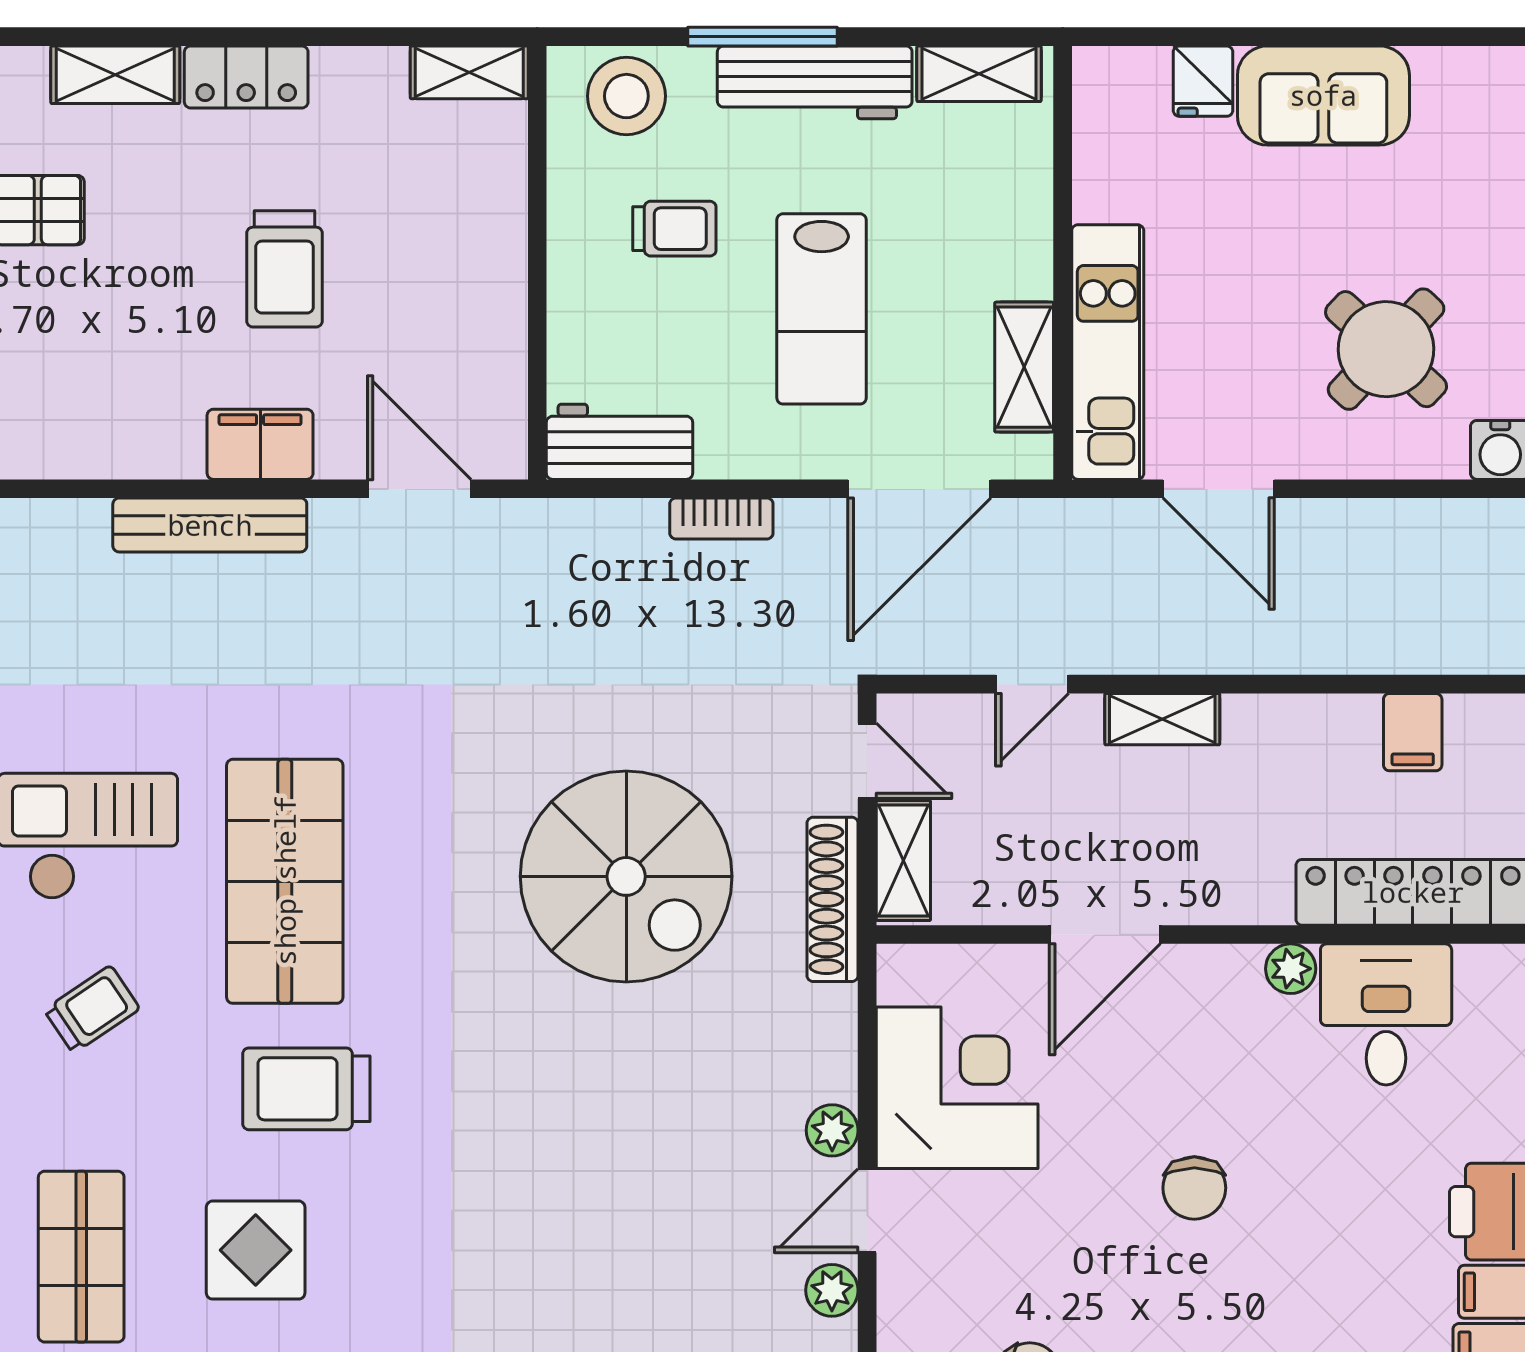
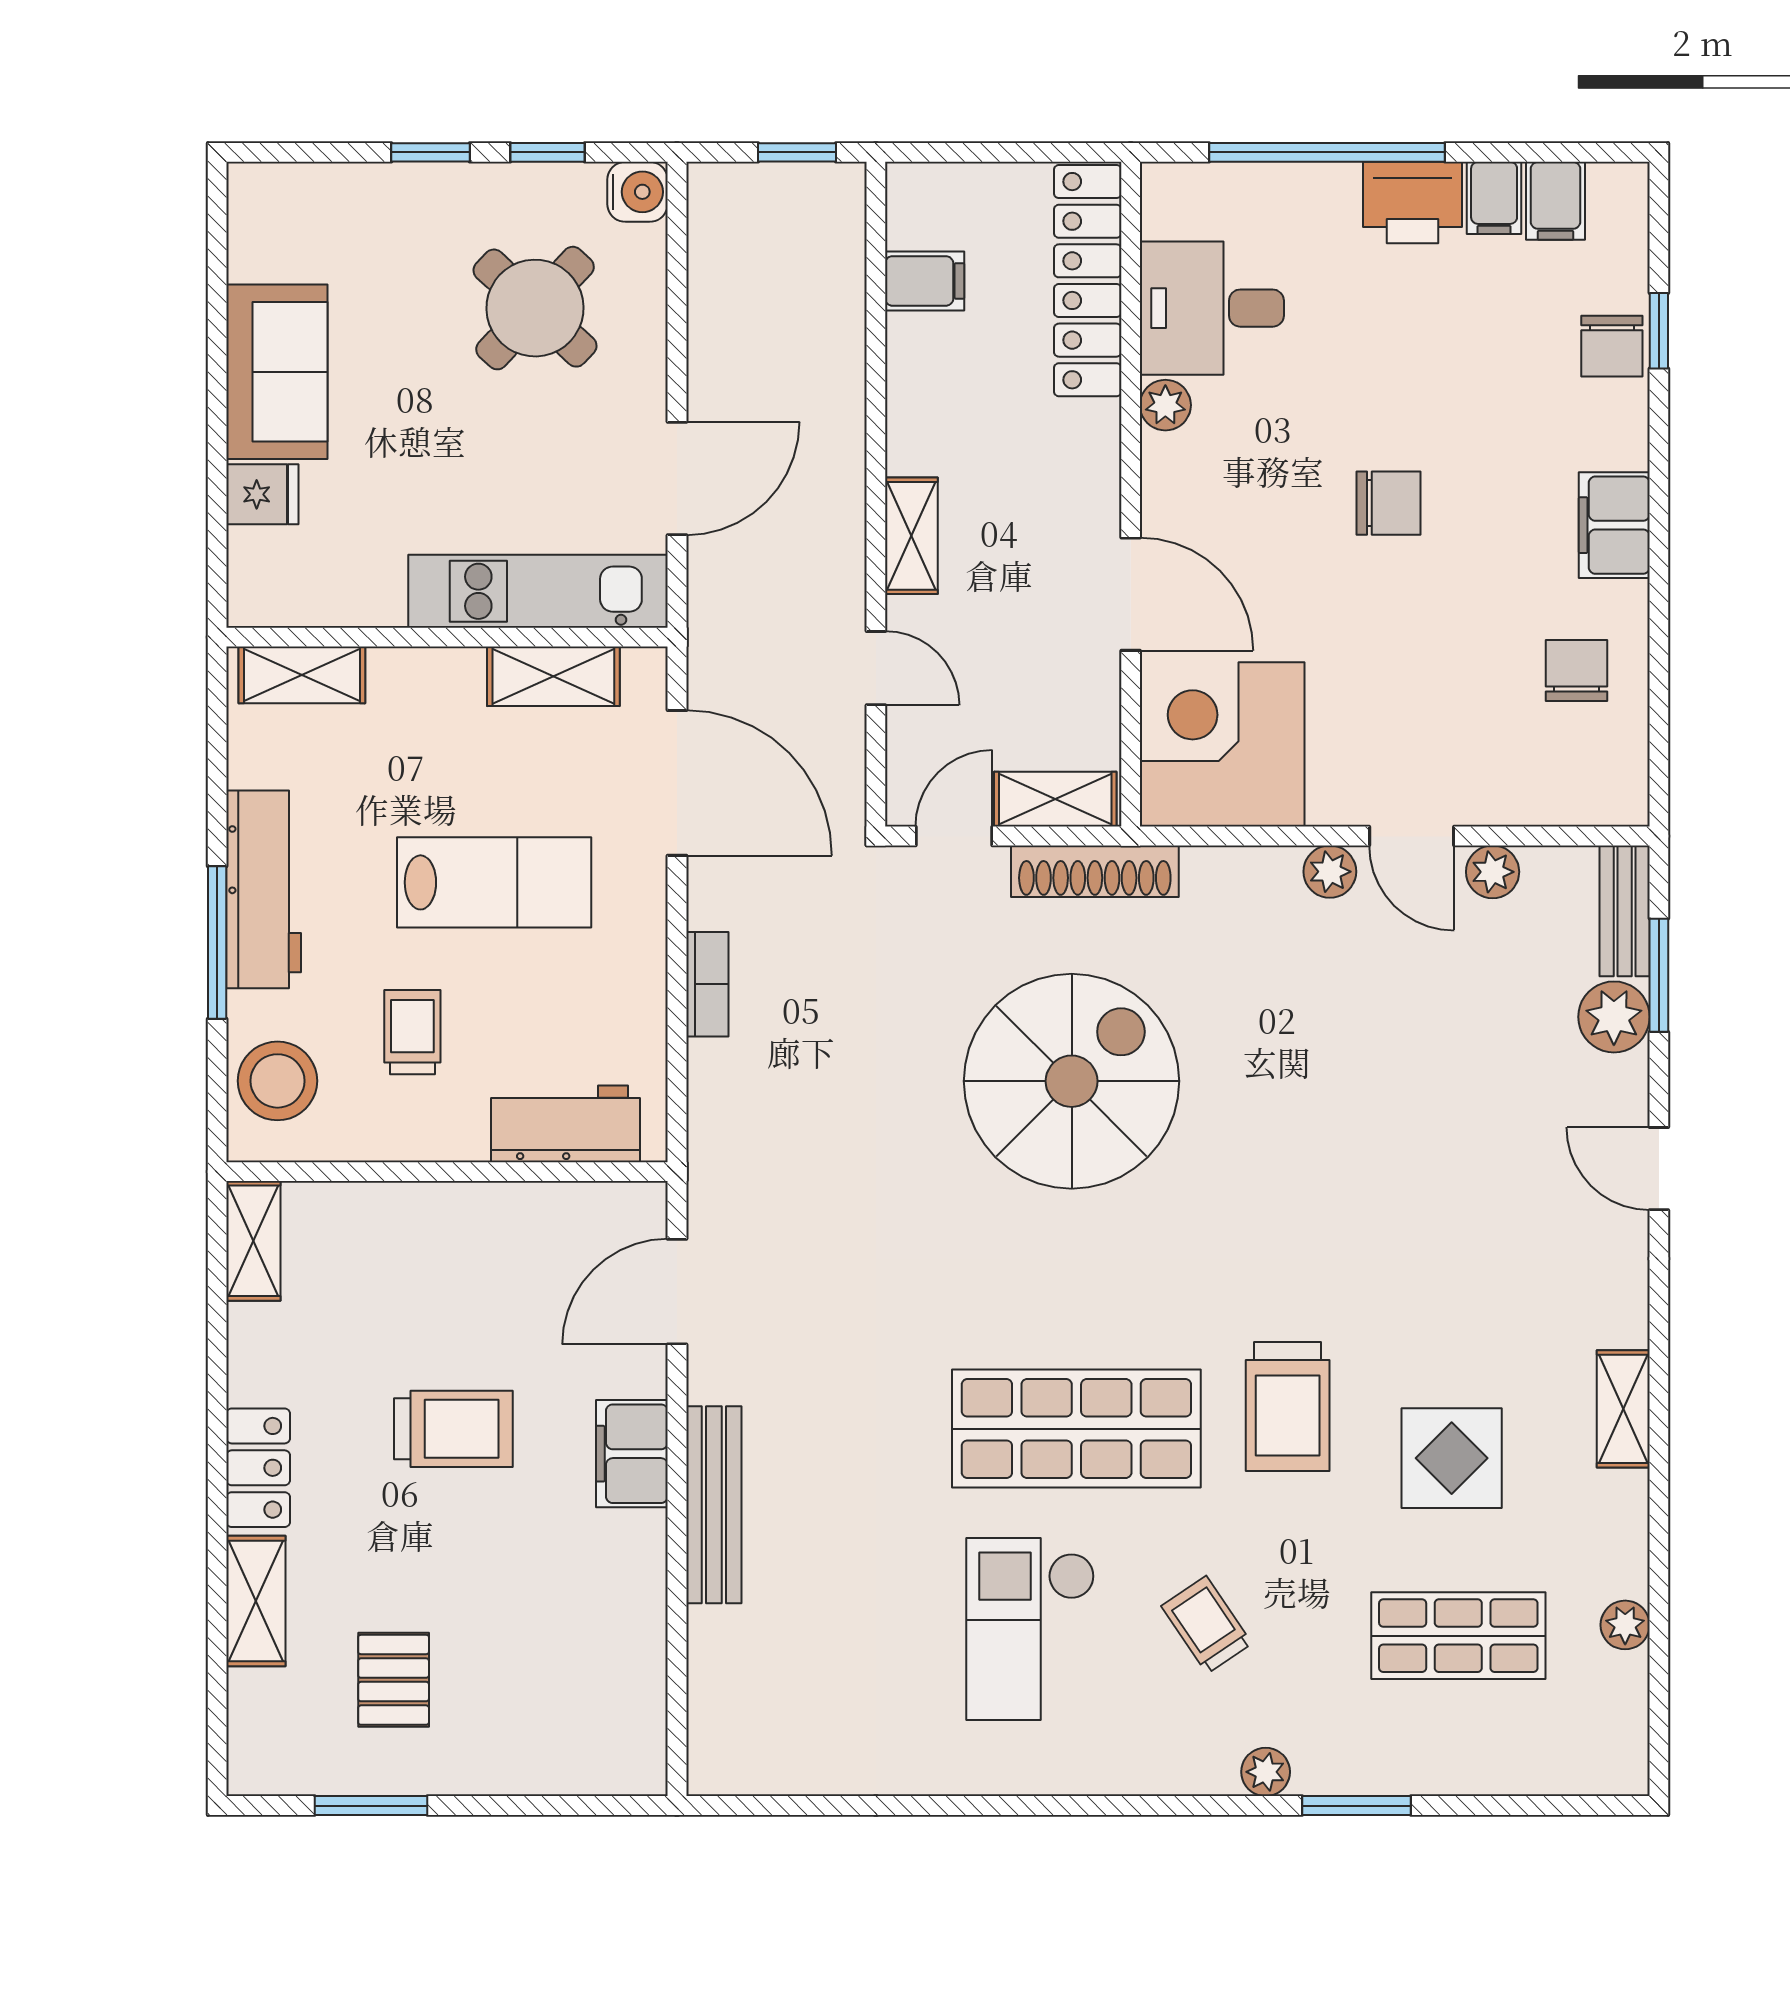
shelving: (979, 74) -> (302, 675), moved, turned 90
workbench: (619, 442) -> (565, 1124), moved, turned 90
corner desk: (957, 1088) -> (1222, 744), moved

